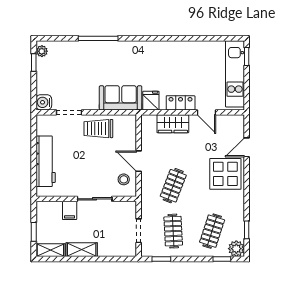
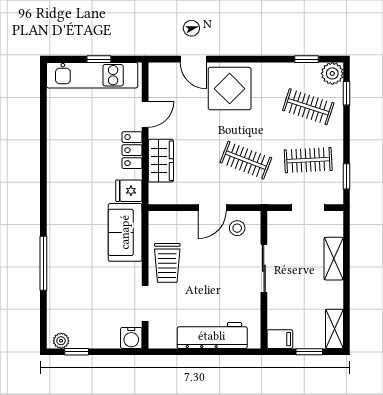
window: (247, 57) -> (99, 59), moved
filing cabinet: (70, 210) -> (280, 339), moved
shelving: (82, 250) -> (334, 259), moved

